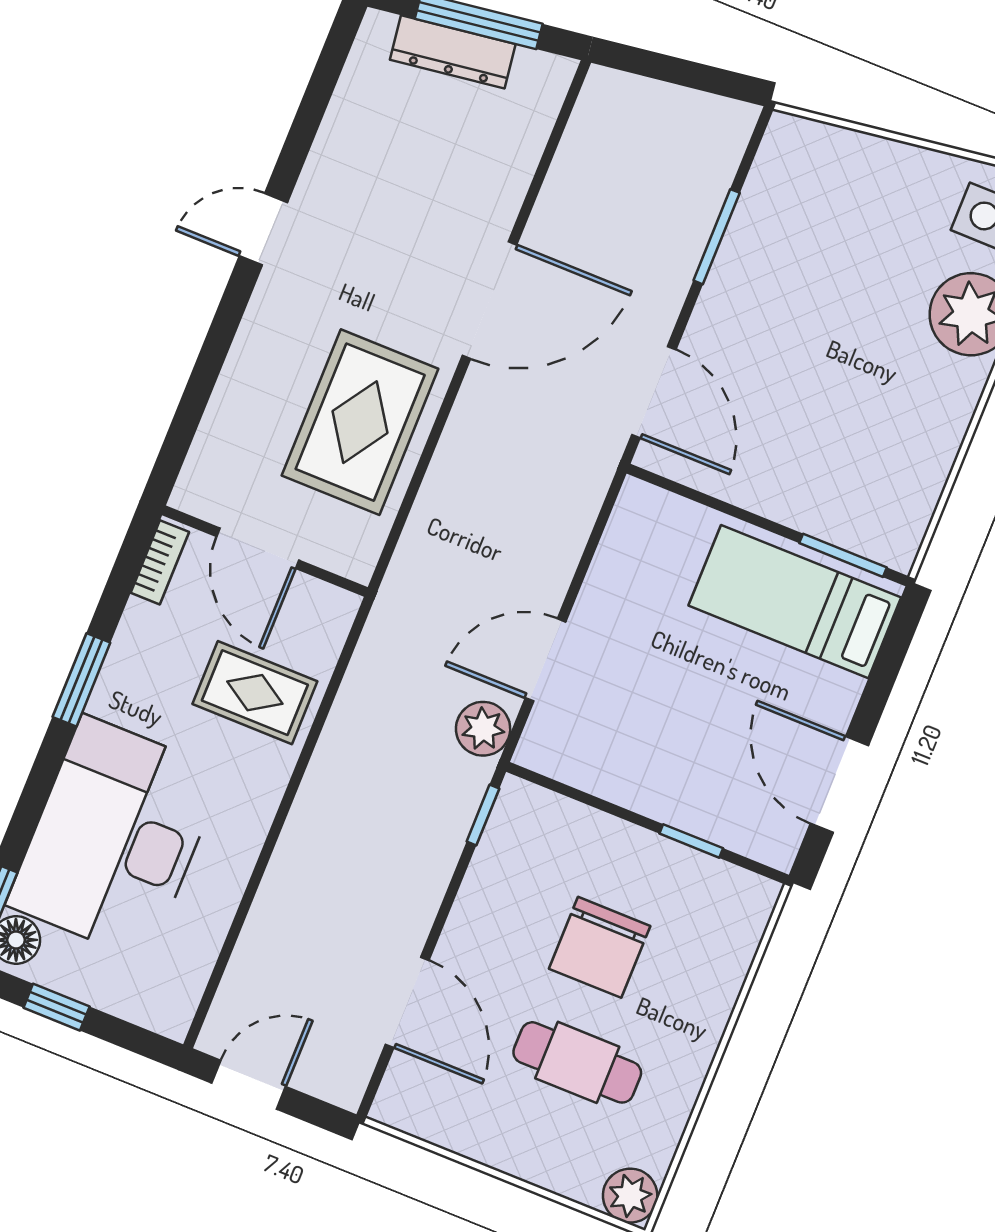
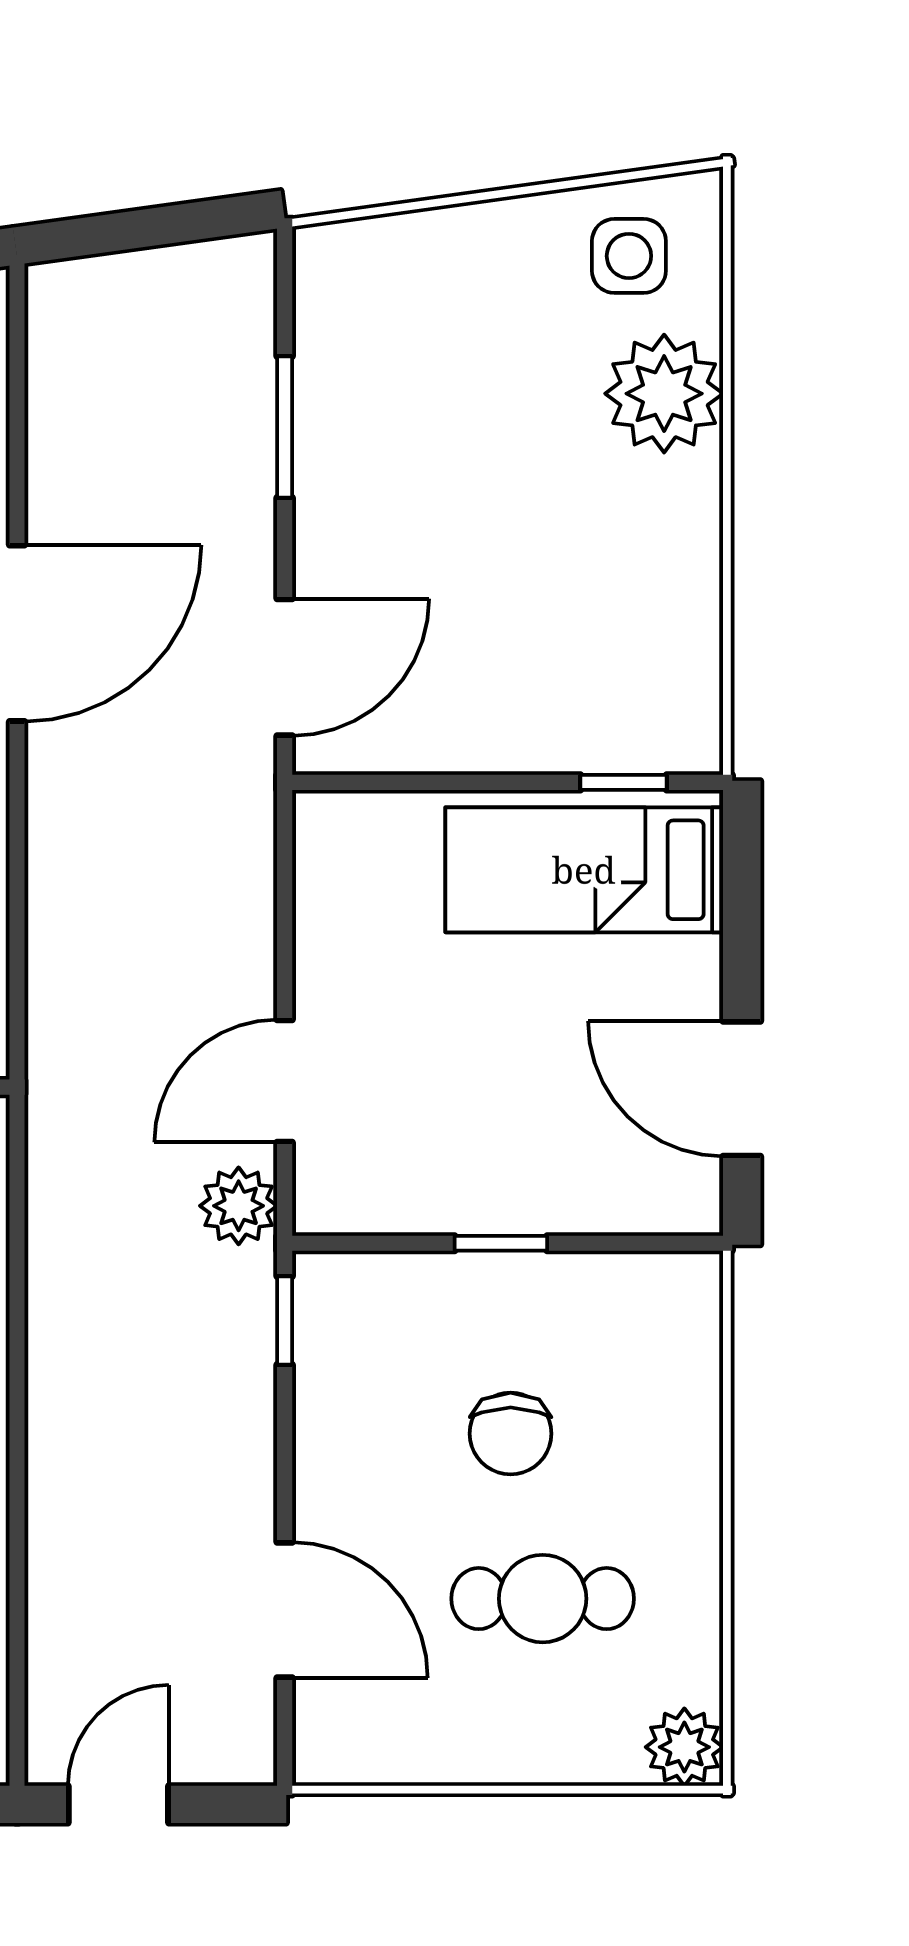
door: (654, 392) -> (285, 667), hinge flipped
window: (843, 555) -> (624, 782), width x0.67
window: (691, 841) -> (501, 1243), moved
chair: (600, 947) -> (511, 1434), width x0.73, depth x0.73

